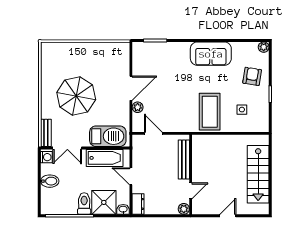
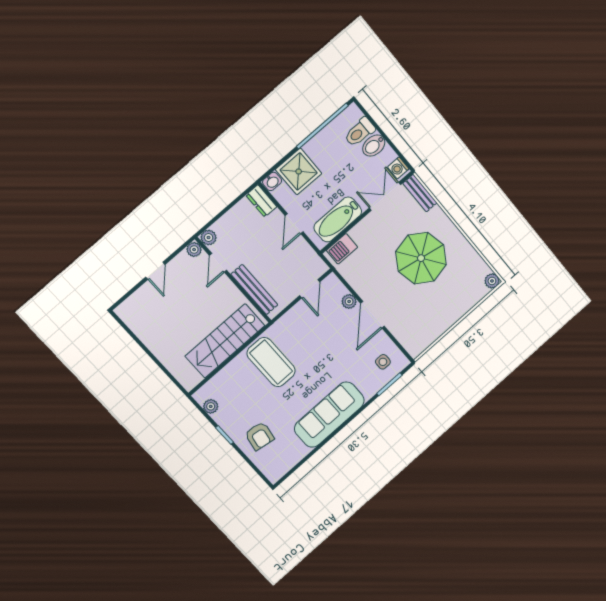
plant: (46, 47) -> (492, 281), added
plant: (264, 47) -> (211, 406), moved
sofa: (211, 54) -> (329, 415), width x1.36
side table: (242, 110) -> (383, 362), moved
door: (153, 133) -> (310, 289), hinge flipped
barbecue: (108, 136) -> (342, 249), width x0.53, depth x0.65
stairs: (258, 174) -> (225, 341), moved, turned -90
door: (131, 176) -> (294, 224), swing flipped
toilet: (84, 204) -> (360, 132), moved, turned 90
plant: (197, 209) -> (194, 250), added

